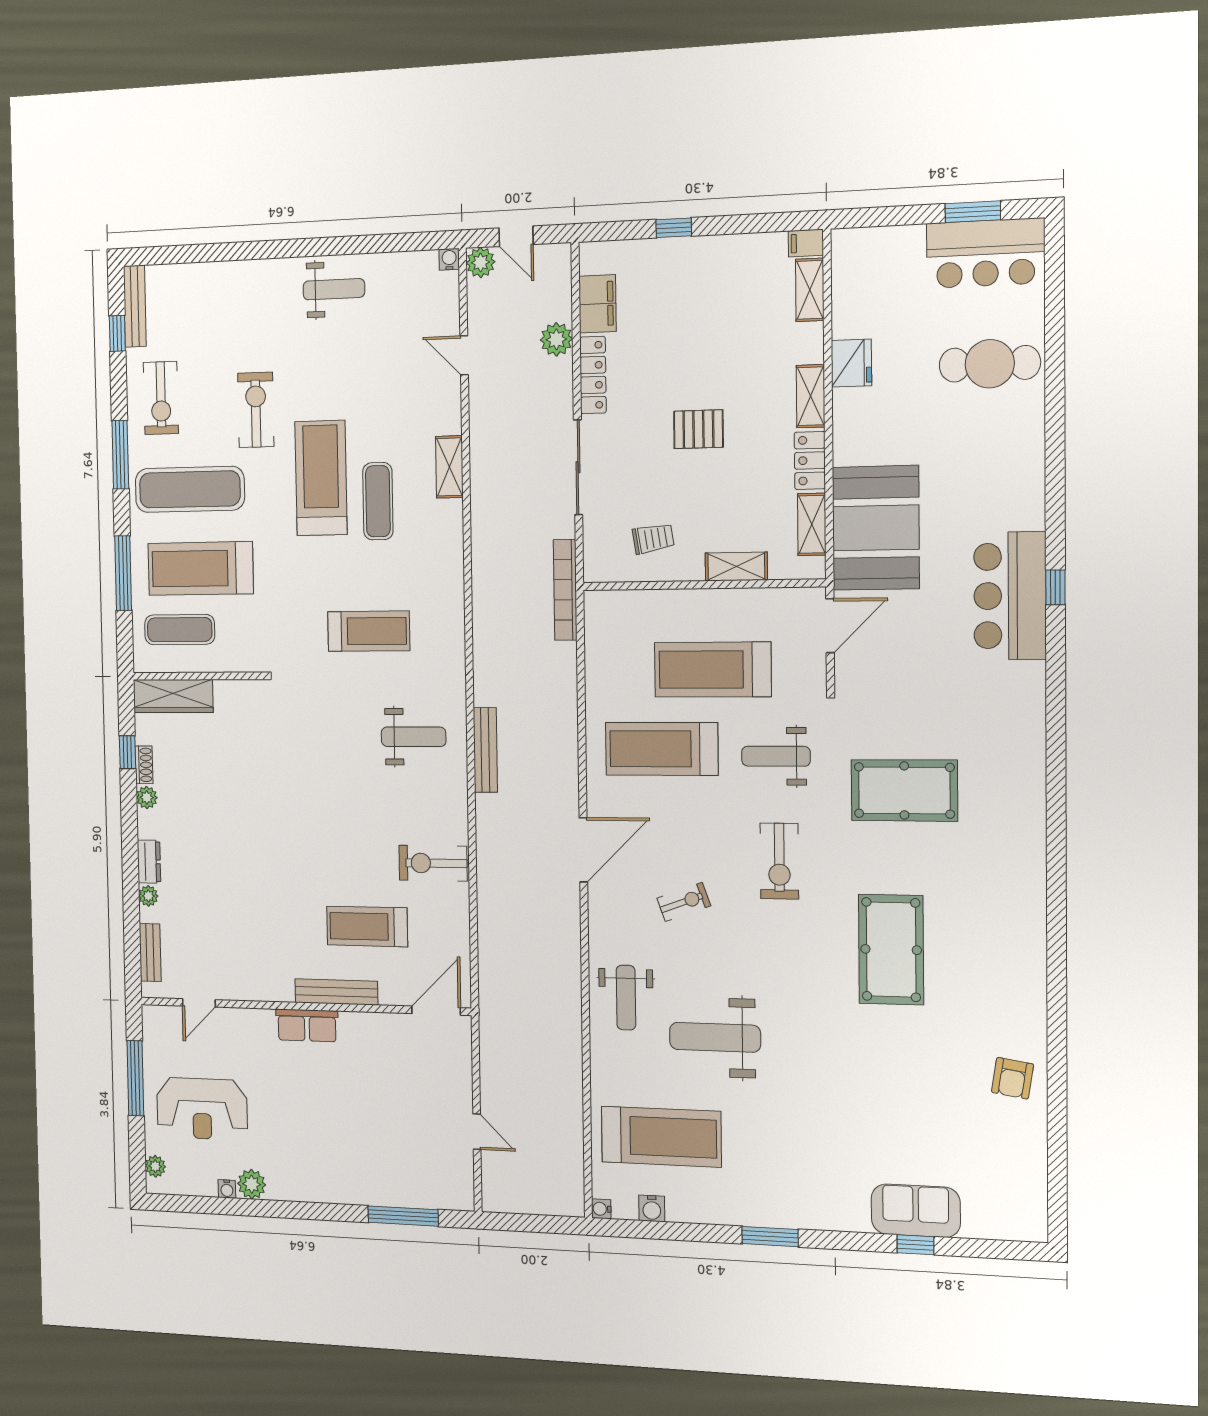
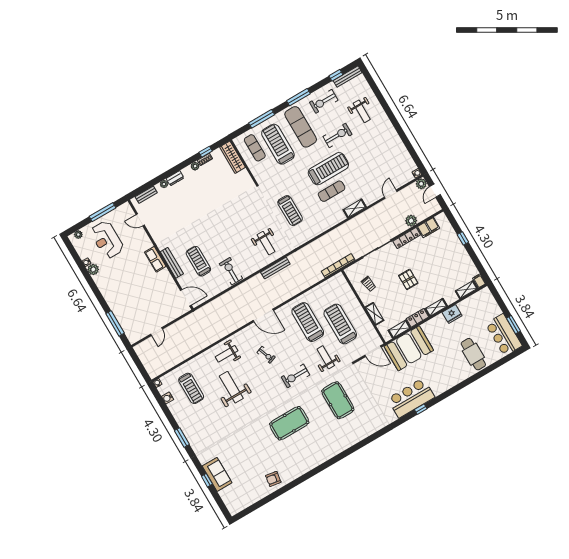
weight bench: (334, 289) -> (362, 111), moved
treadmill: (661, 1137) -> (191, 388), width x0.73, depth x0.73

